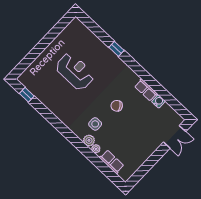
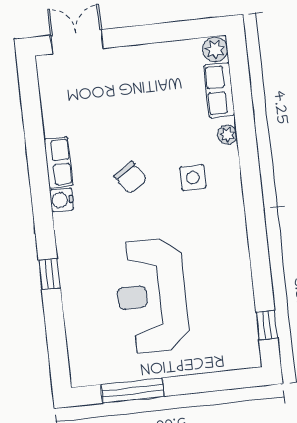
window: (54, 33) -> (132, 390), added
reception desk: (75, 71) -> (152, 295), width x1.36, depth x1.30
water cooler: (158, 101) -> (62, 200), moved
plant: (89, 140) -> (215, 49), moved

